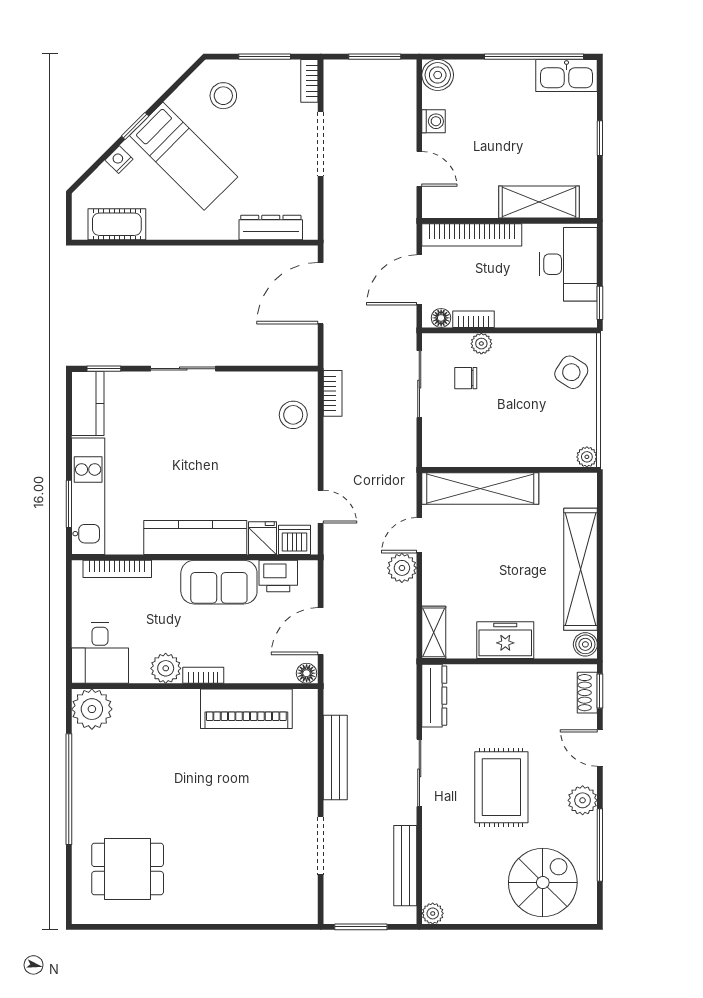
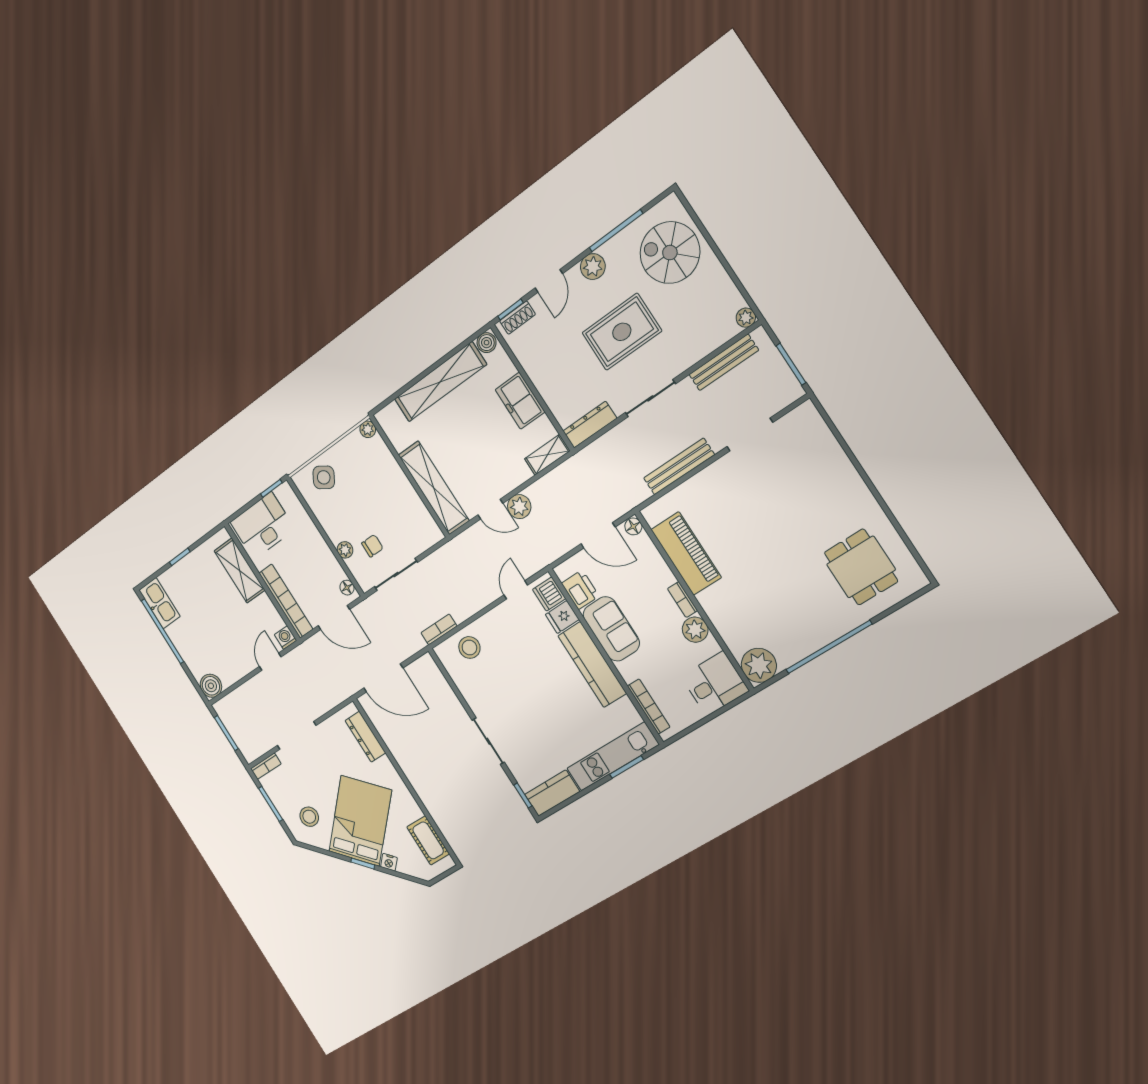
washing machine: (434, 121) -> (286, 638), moved
bed: (184, 156) -> (360, 821), width x1.50
bookcase: (474, 319) -> (334, 565), removed
chair: (466, 378) -> (372, 546), turned -90

